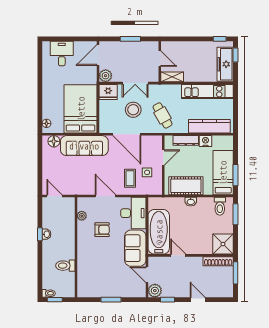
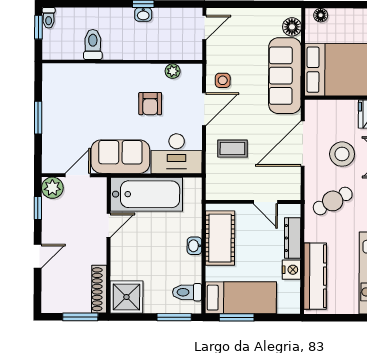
side table: (147, 172) -> (223, 80), moved

